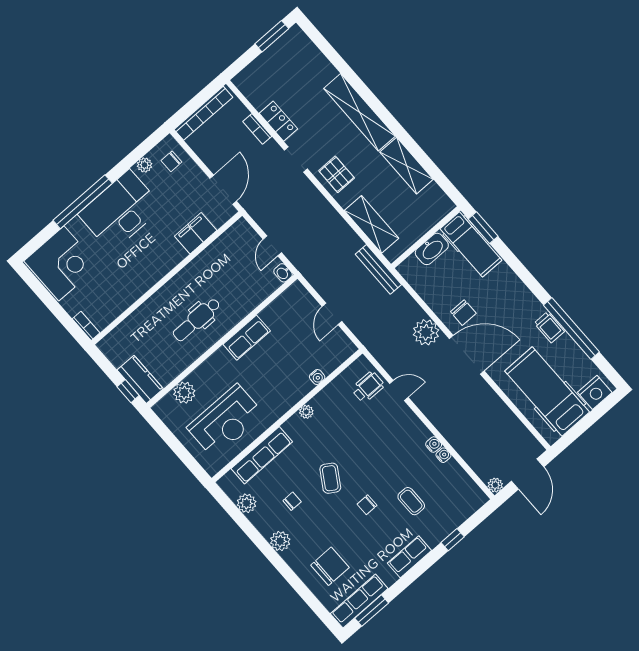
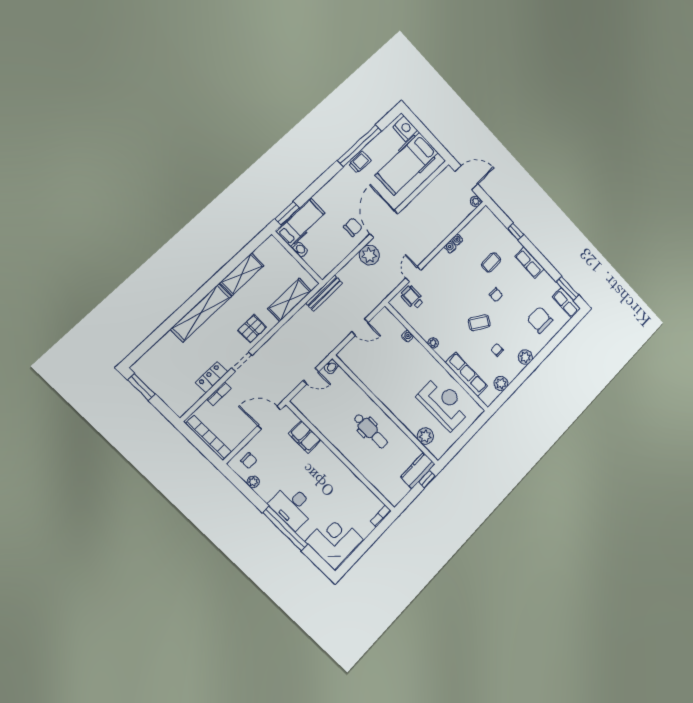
desk: (120, 211) -> (292, 506), width x0.73, depth x0.77
washbasin: (432, 249) -> (300, 250), width x0.52, depth x0.69
row of seats: (247, 338) -> (382, 391), removed
row of seats: (359, 601) -> (566, 303), width x0.68

